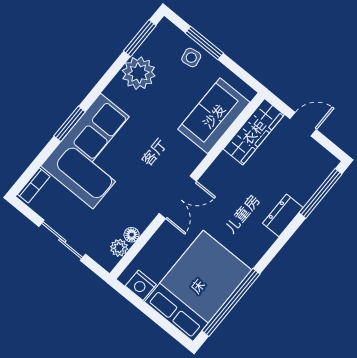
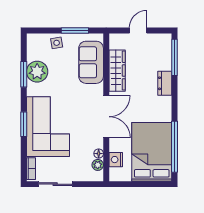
window: (140, 38) -> (24, 74), moved
window: (204, 43) -> (75, 31), moved
wardrobe: (254, 132) -> (117, 71), moved
double door: (178, 197) -> (106, 117), width x1.37
sliding door: (62, 240) -> (55, 184), moved
nightstand: (141, 285) -> (116, 160), moved, turned 90

